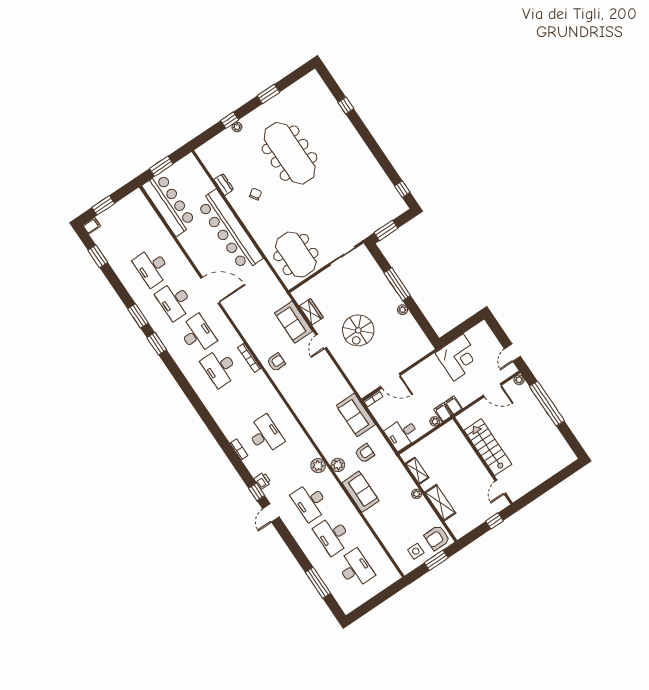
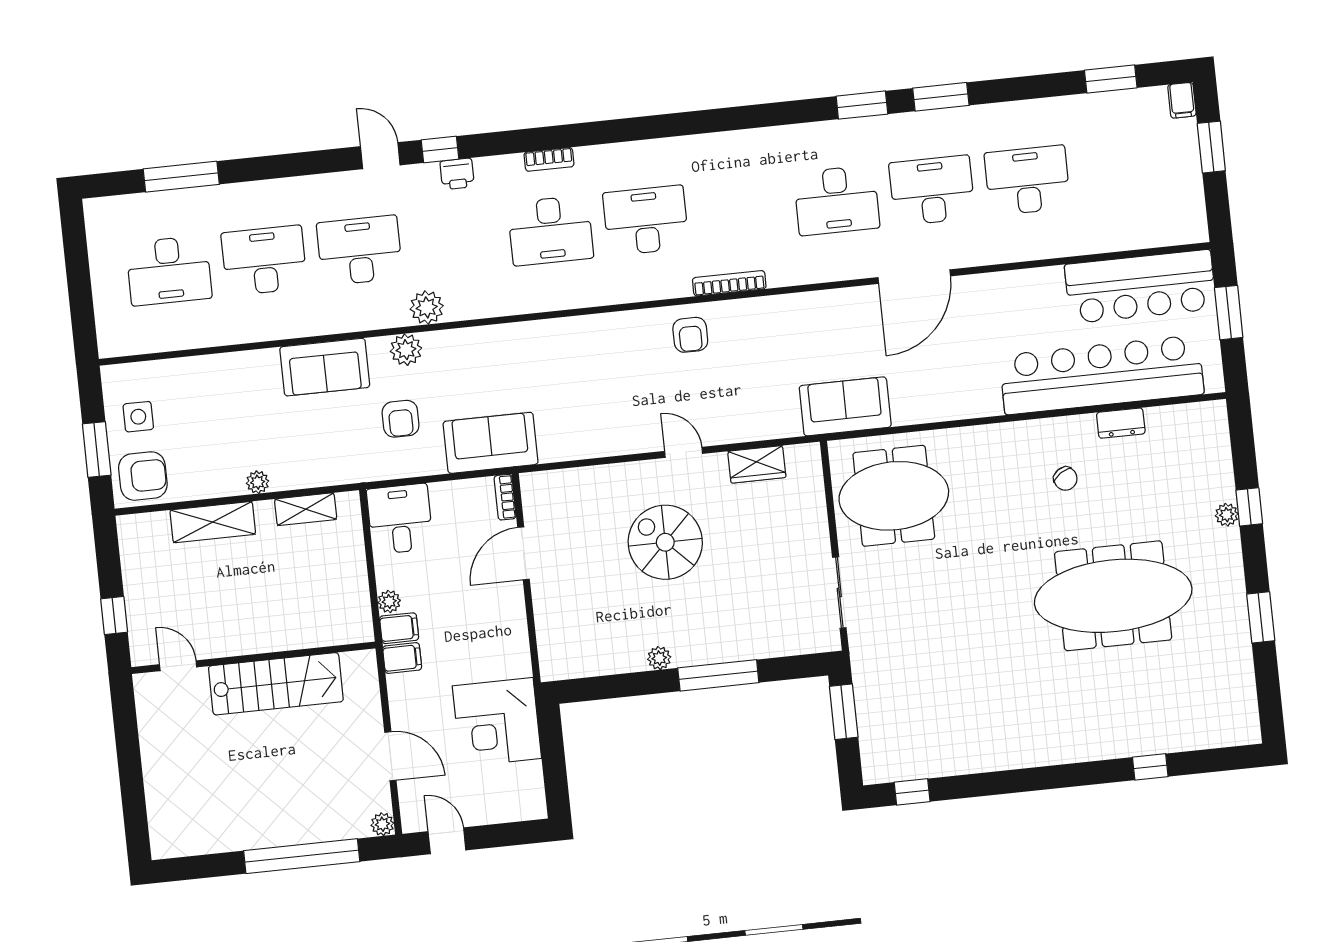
bar counter: (229, 231) -> (1102, 375), moved
sofa: (294, 322) -> (845, 406), moved
desk: (220, 368) -> (646, 220), moved
door: (492, 390) -> (390, 756), swing flipped
armchair: (437, 538) -> (143, 476), turned 90

